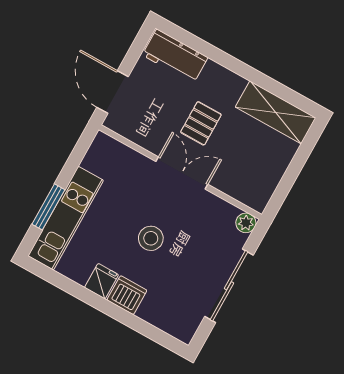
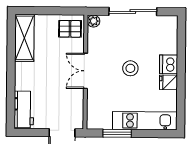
pallet: (201, 123) -> (70, 29), moved
window: (48, 207) -> (117, 133), moved

